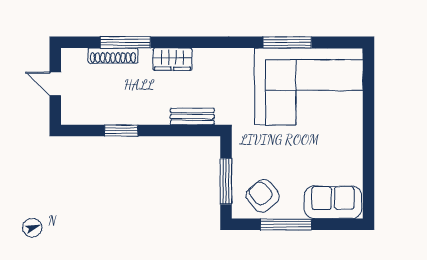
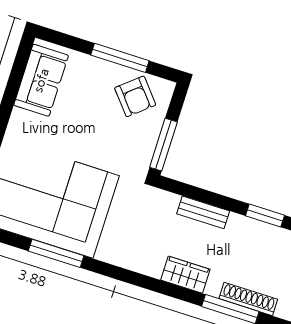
bench: (192, 117) -> (203, 212), moved
window: (226, 181) -> (163, 145), moved
sofa: (333, 202) -> (41, 80), moved, turned -90

